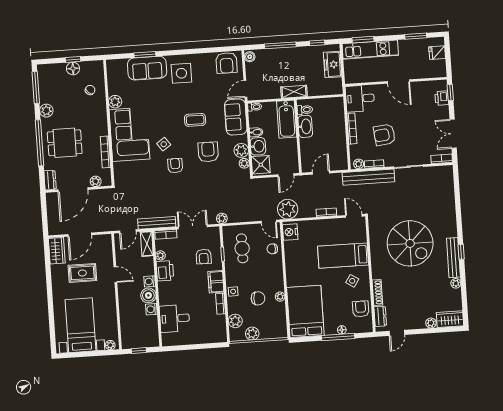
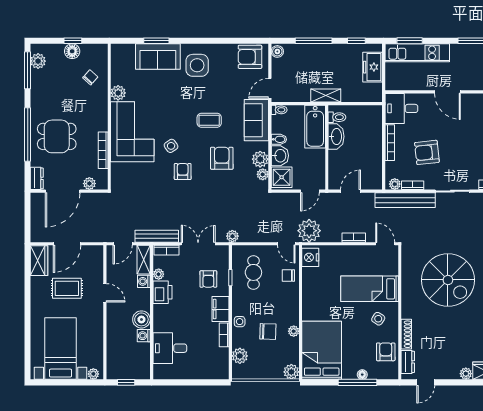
armchair: (226, 63) -> (250, 57), turned 90
plant: (46, 111) -> (38, 61), moved
washing machine: (150, 281) -> (144, 281), moved
plant: (252, 334) -> (291, 372), moved

